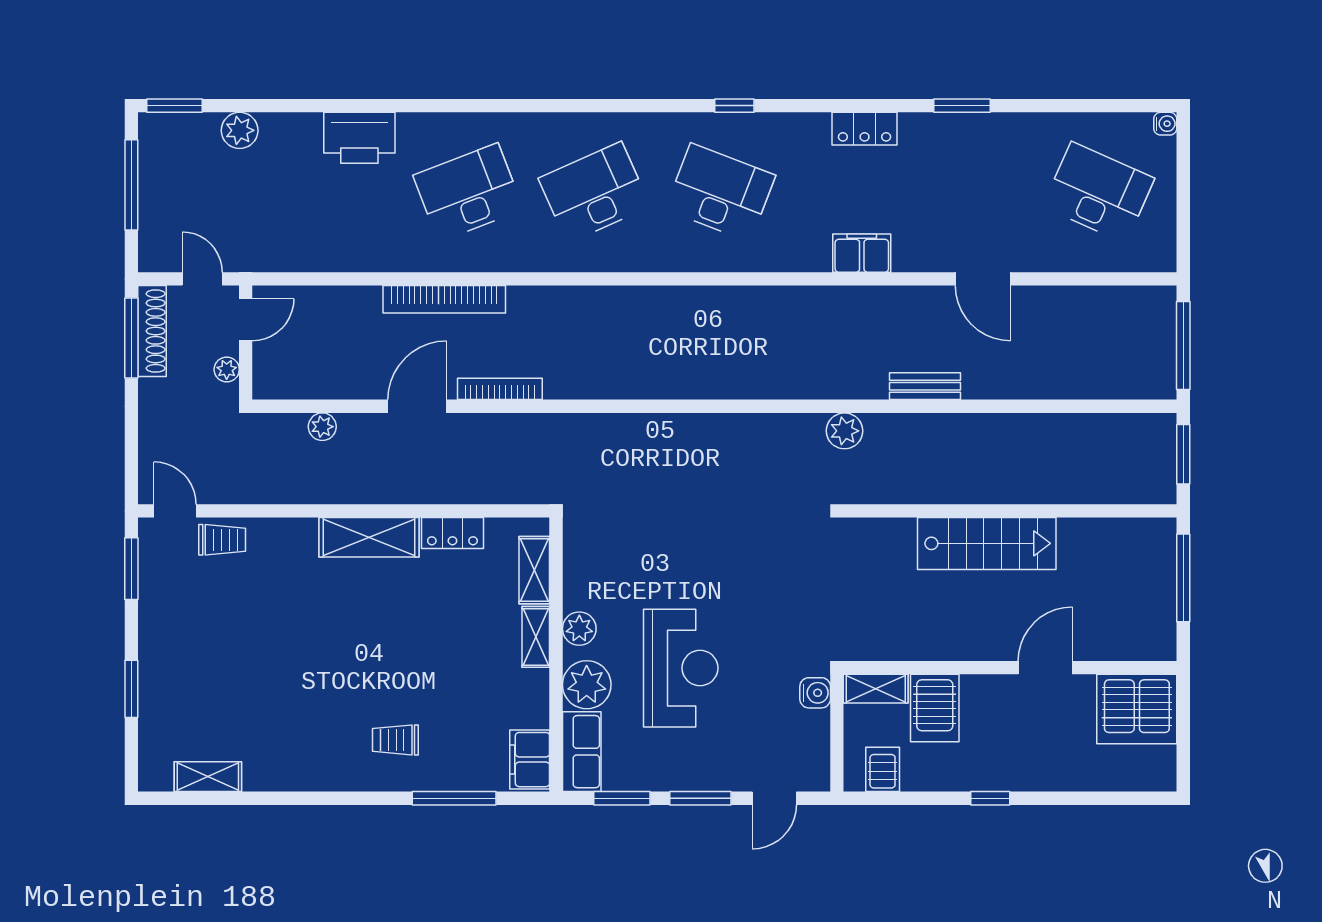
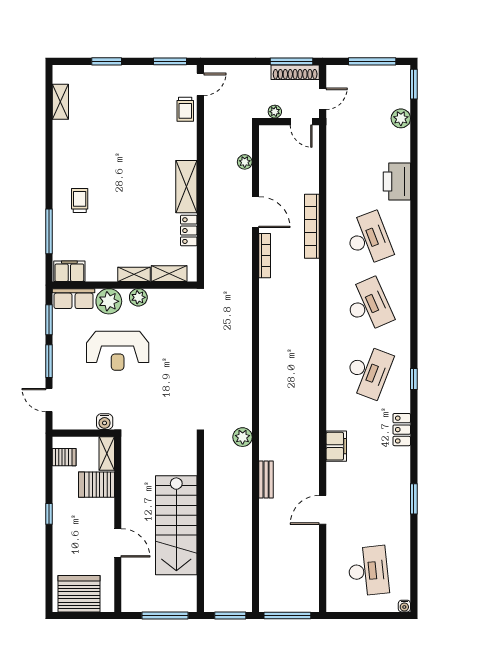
locker: (865, 129) -> (402, 430), moved
desk: (1099, 192) -> (368, 571), turned -30
stairs: (987, 543) -> (176, 525), width x1.36, depth x1.51
server rack: (1137, 709) -> (79, 594), moved, turned 90

